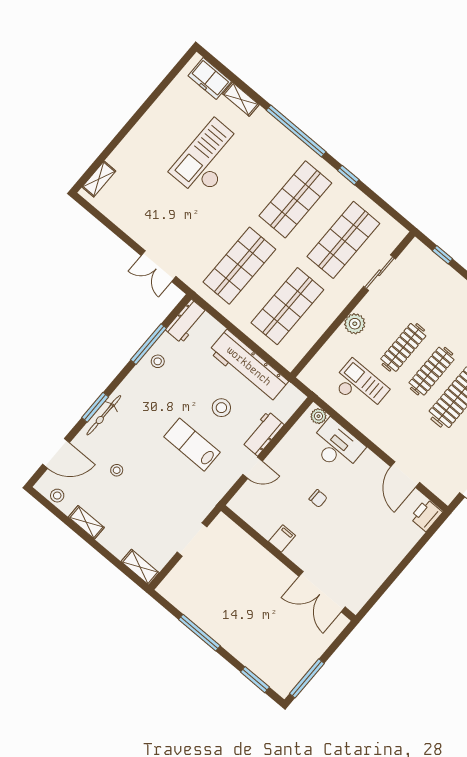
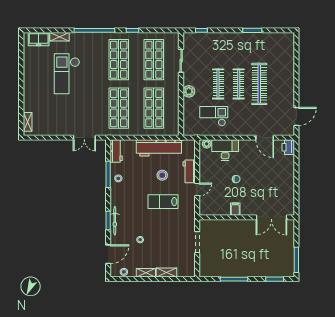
shelving: (140, 567) -> (166, 273), moved

